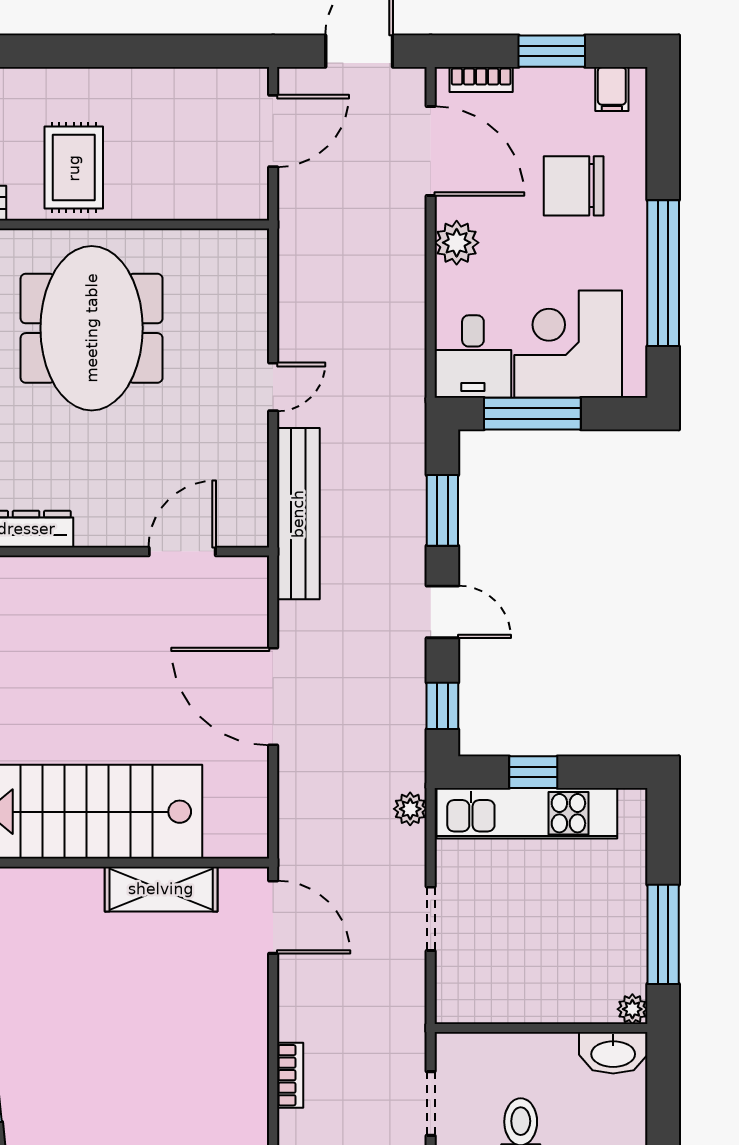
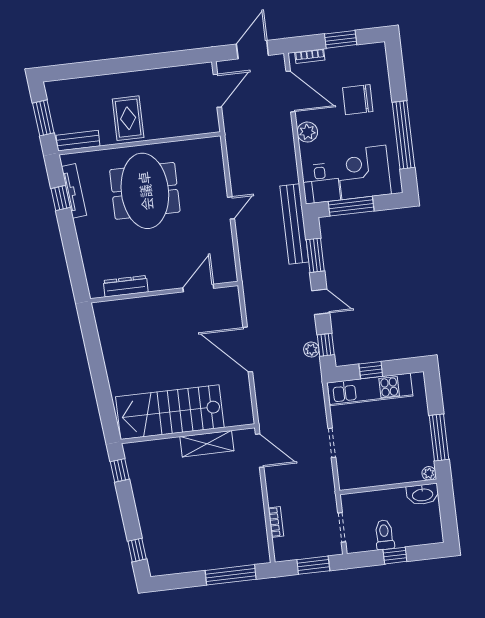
filing cabinet: (612, 89) -> (370, 53), removed
bench: (298, 514) -> (294, 224), moved
plant: (410, 809) -> (311, 350), moved

